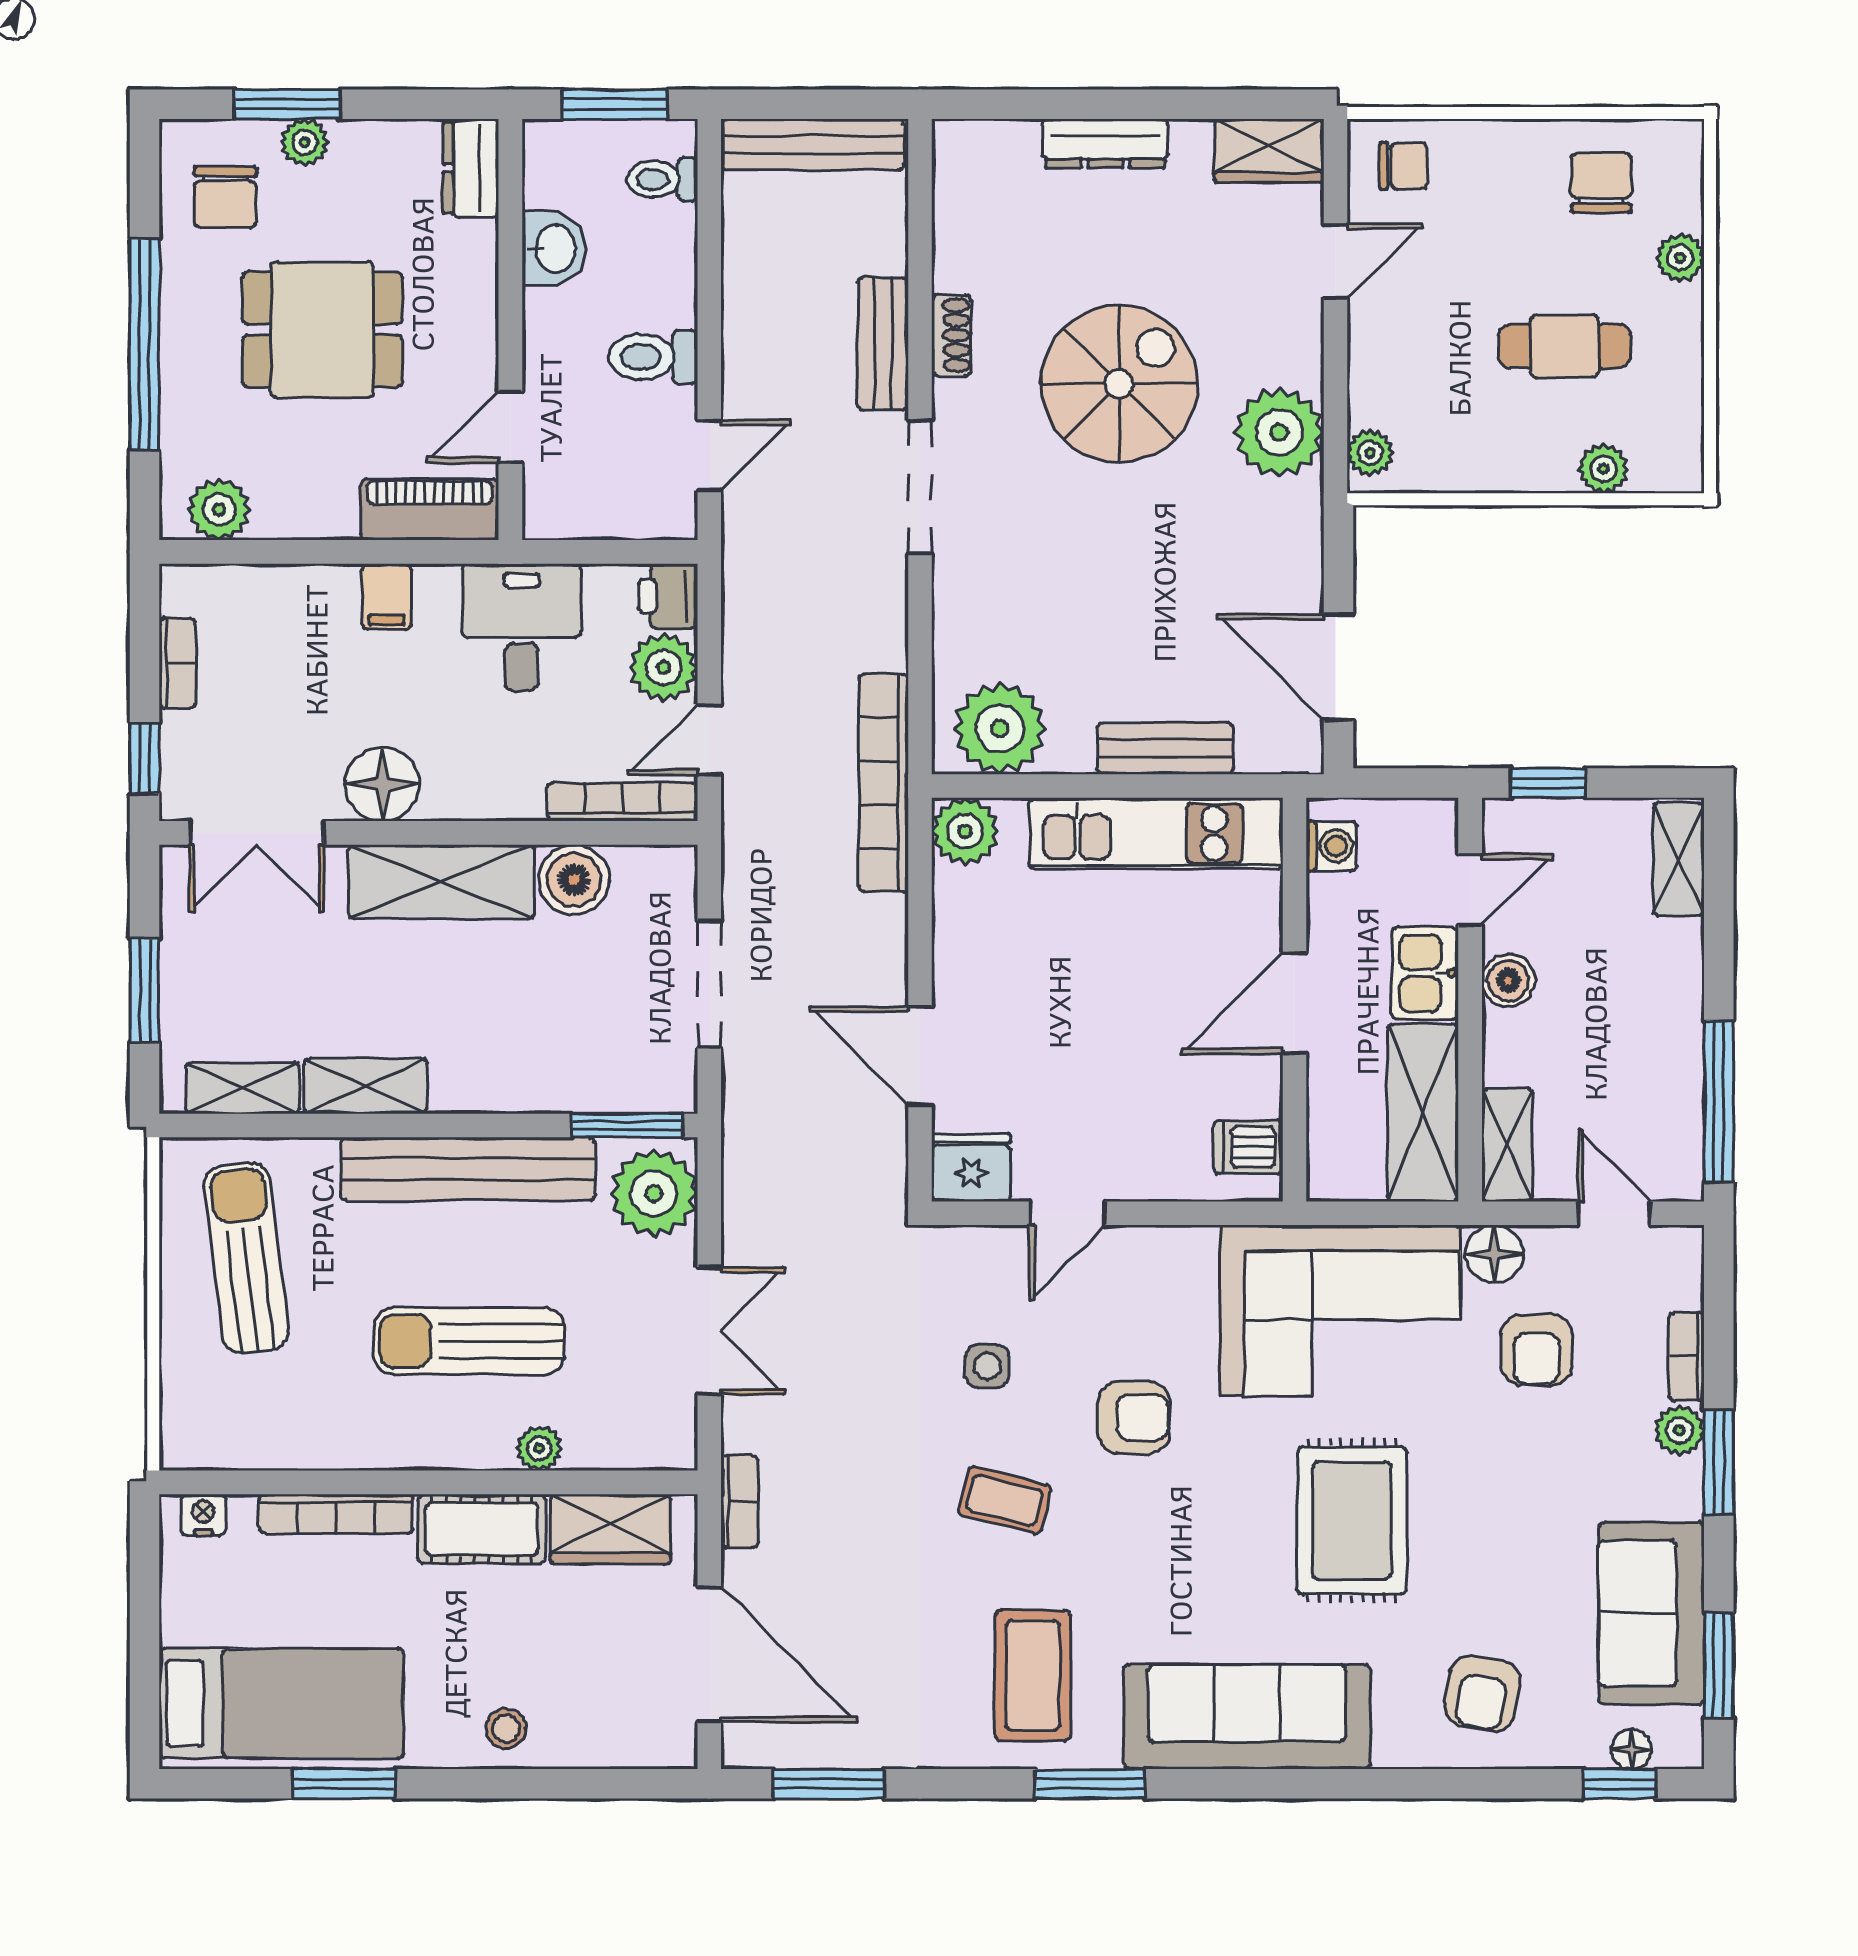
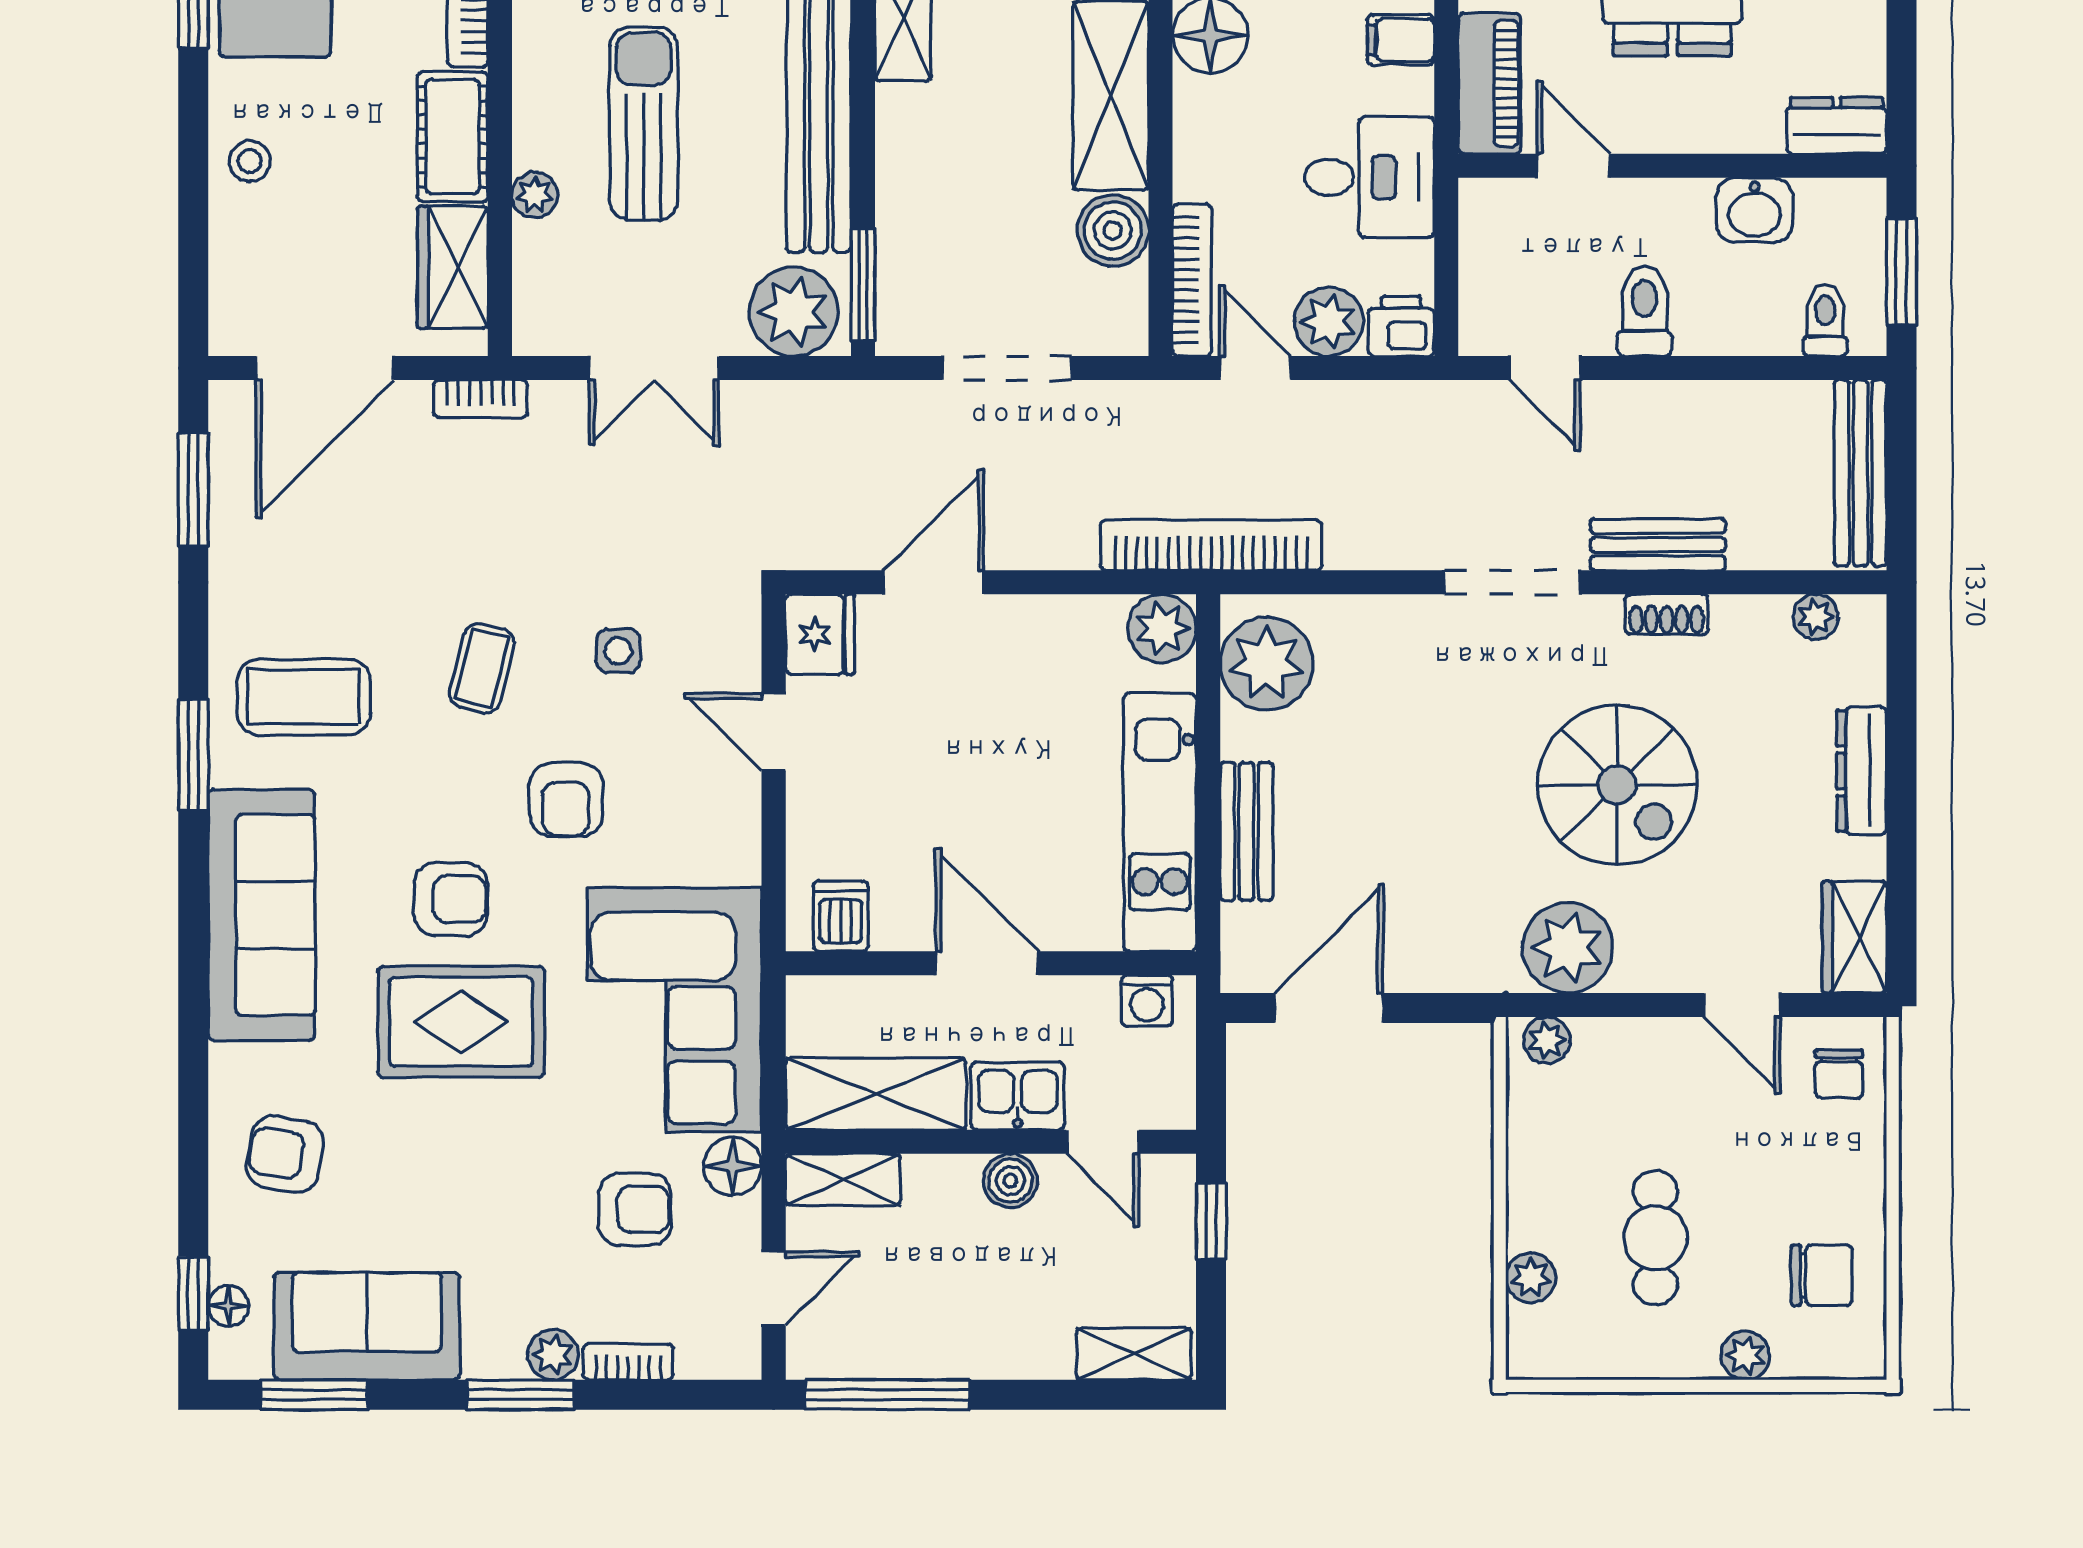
plant: (954, 189) -> (1816, 617), added
armchair: (1536, 1350) -> (635, 1209), turned 180
armchair: (1231, 1531) -> (451, 899), added

